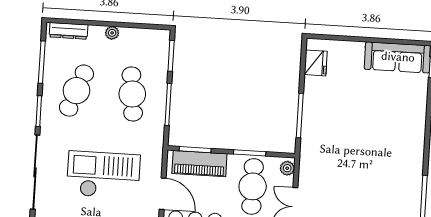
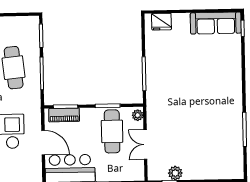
fridge: (316, 63) -> (161, 22), moved, turned 90
piano: (199, 164) -> (64, 115), width x0.73, depth x0.75

